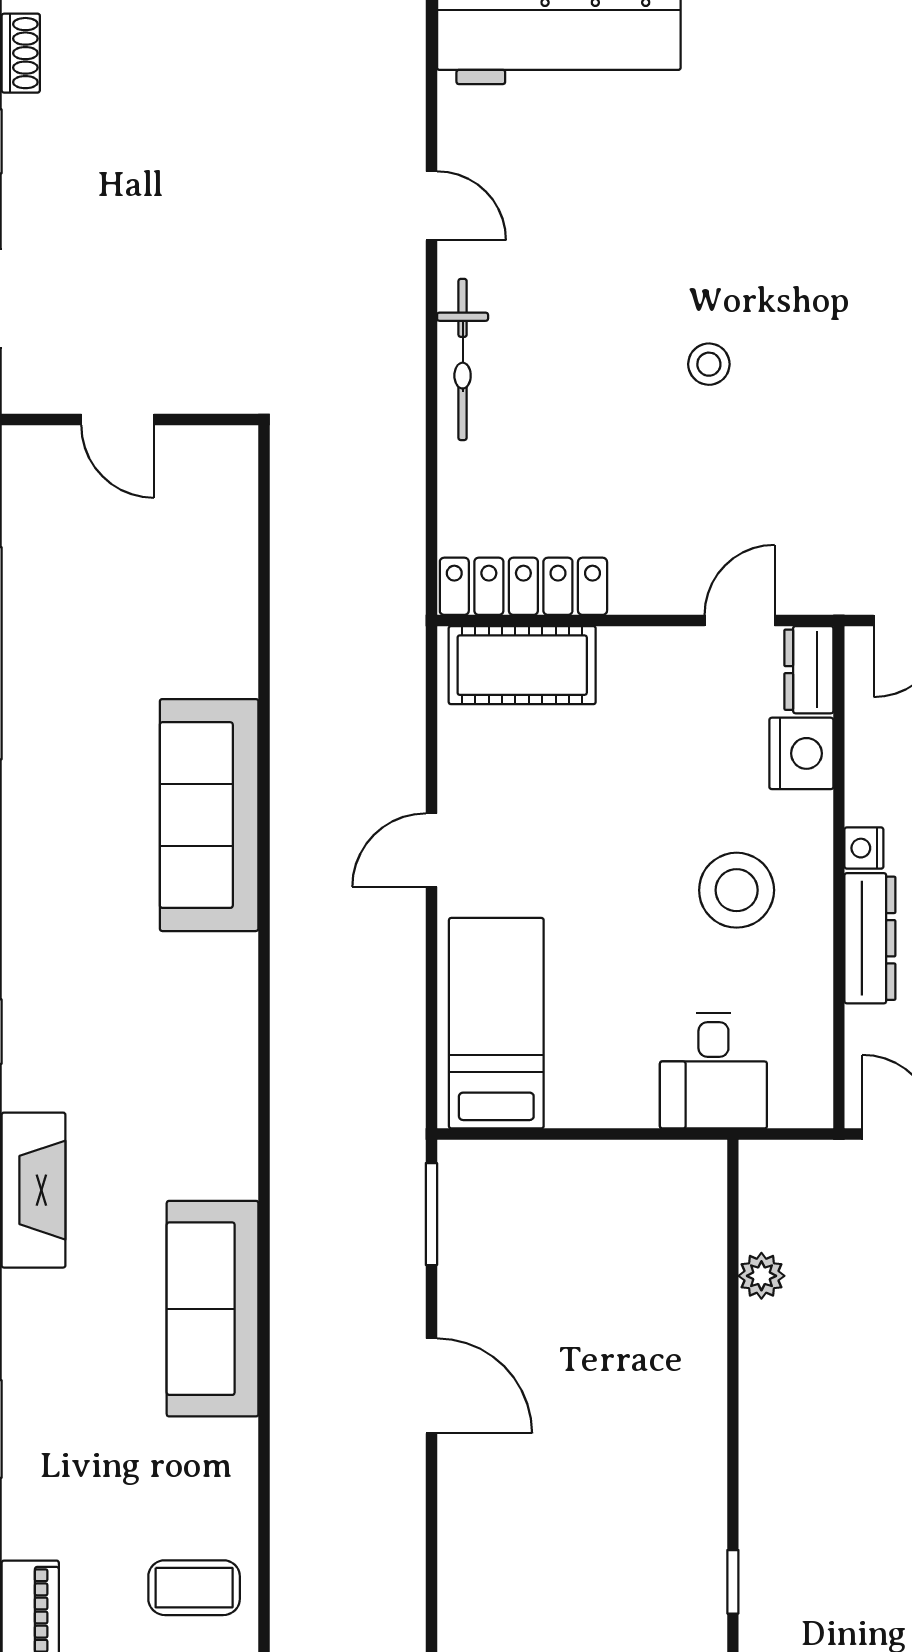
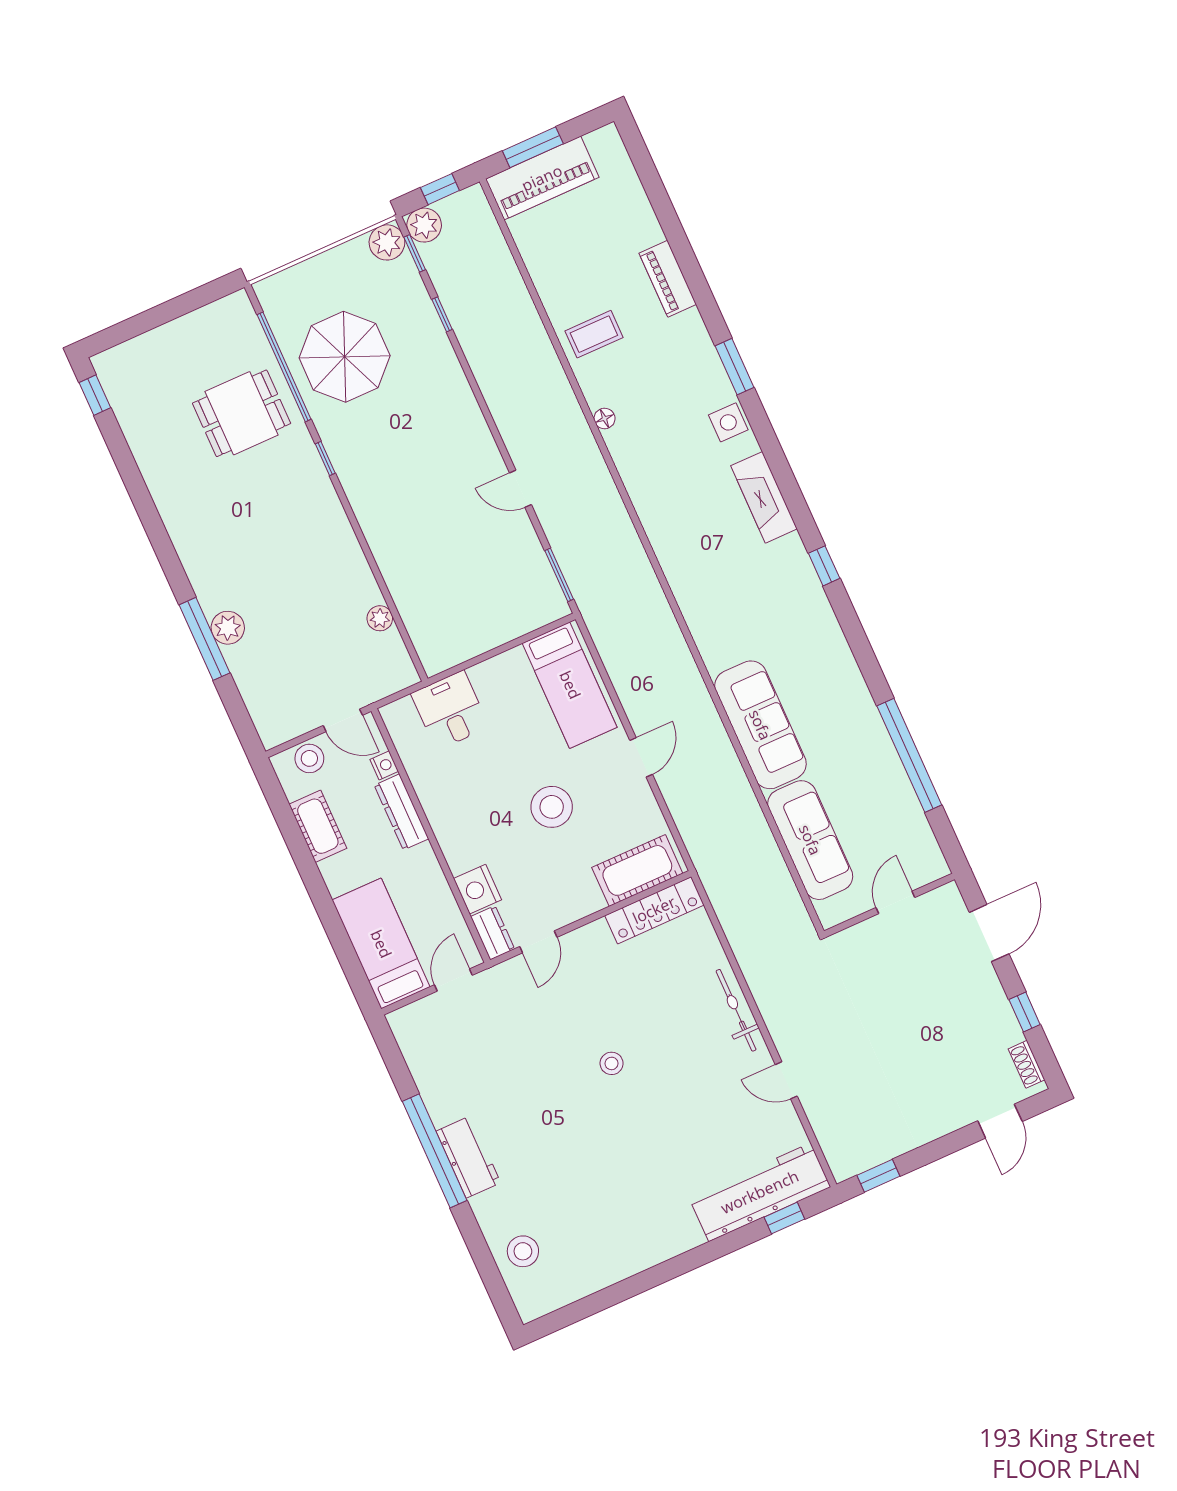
door: (118, 420) -> (895, 902), hinge flipped
nightstand: (864, 848) -> (384, 765), moved
stool: (737, 890) -> (552, 807), moved
sofa: (213, 1309) -> (810, 840), moved
side table: (37, 1341) -> (728, 422), added
door: (431, 1386) -> (520, 489), width x0.73
floor lamp: (239, 1440) -> (604, 418), added

